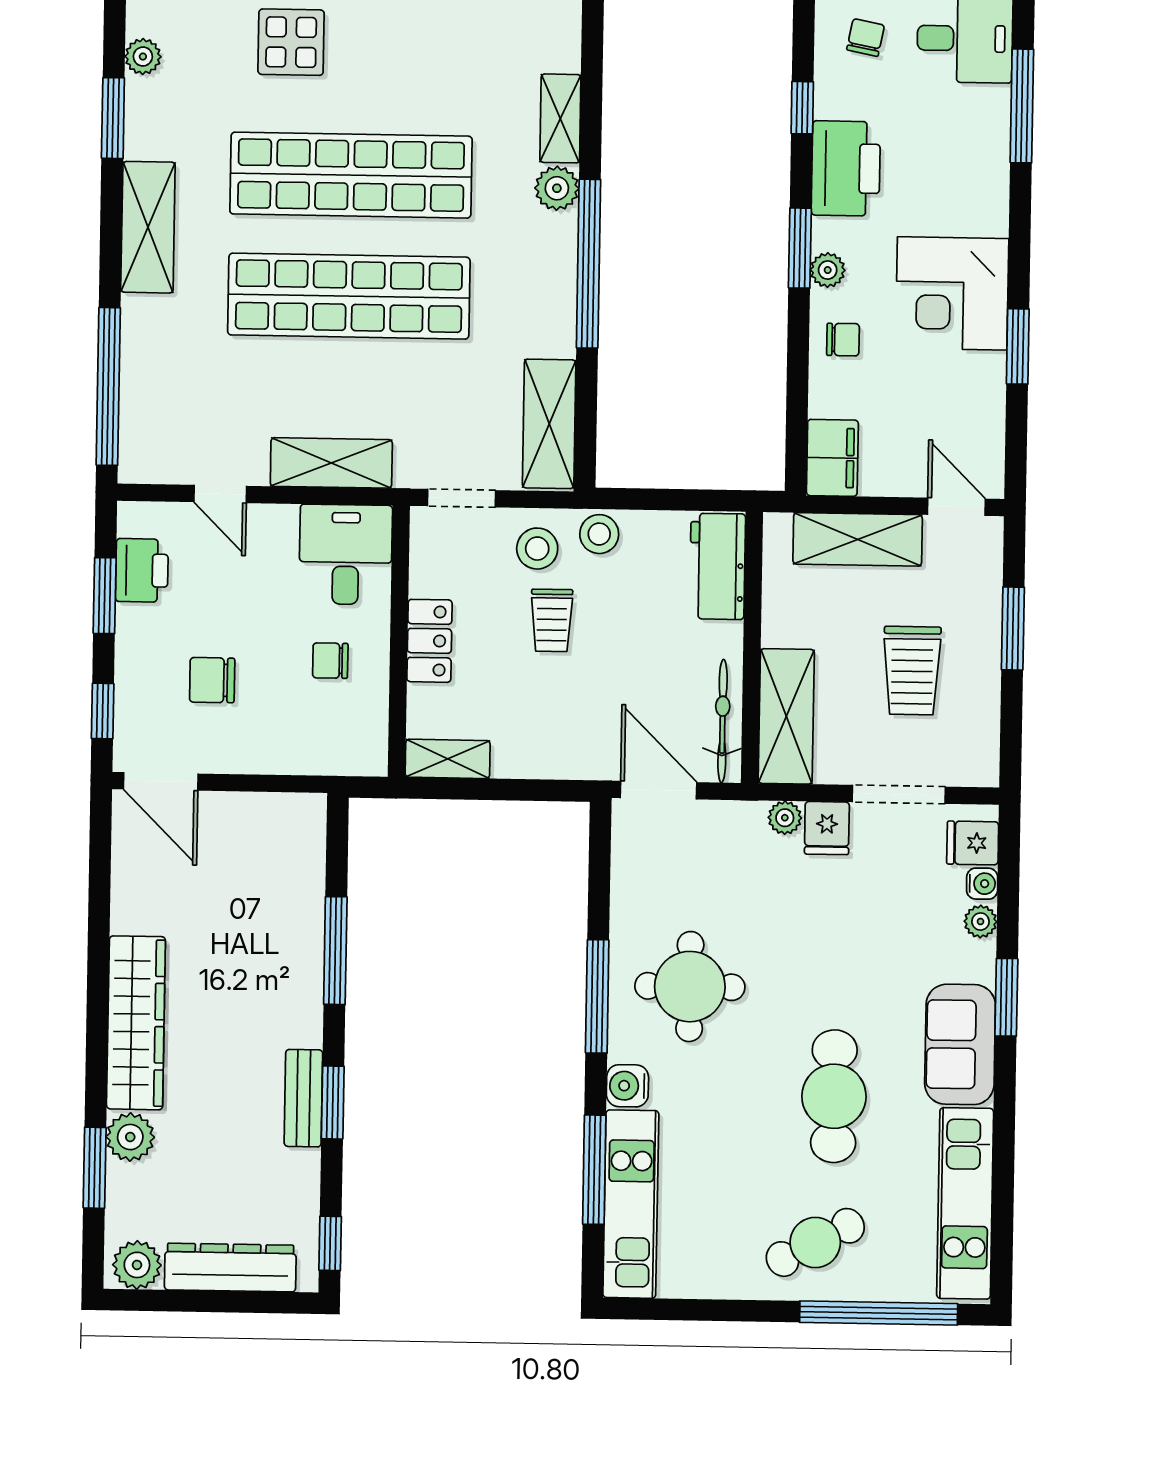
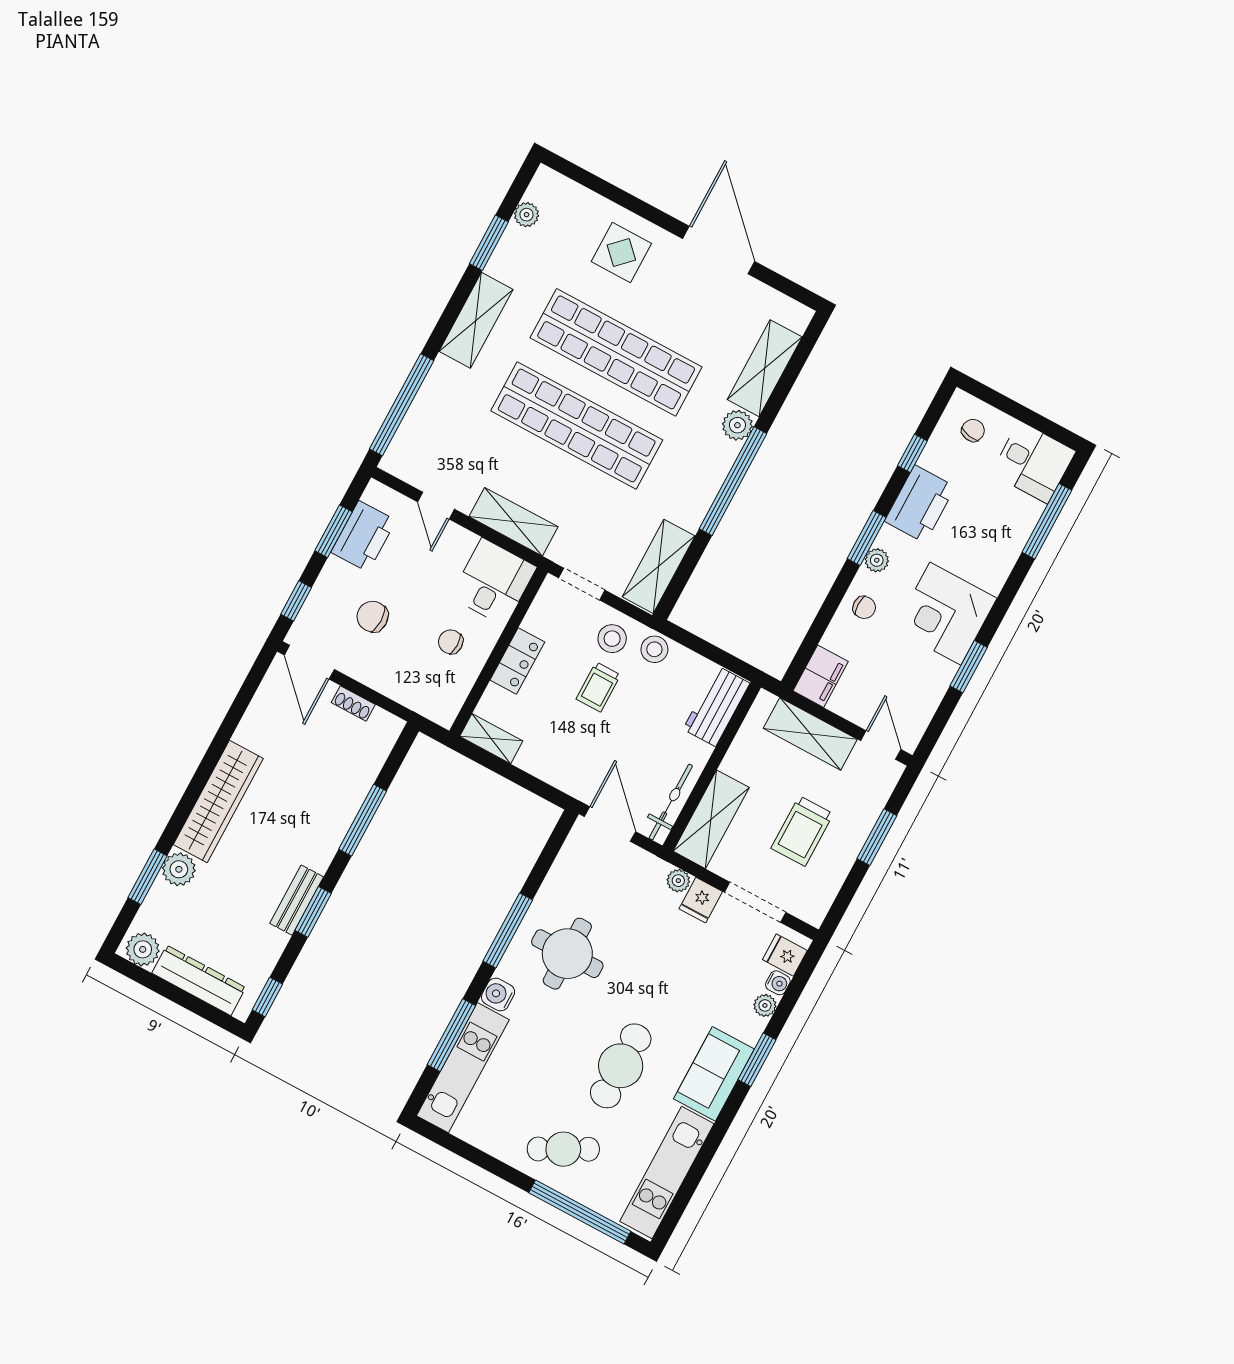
shelving: (560, 118) -> (765, 368), width x1.50, depth x1.33
printer: (142, 570) -> (363, 536), width x1.37, depth x1.19
shoe rack: (245, 806) -> (353, 704), added

